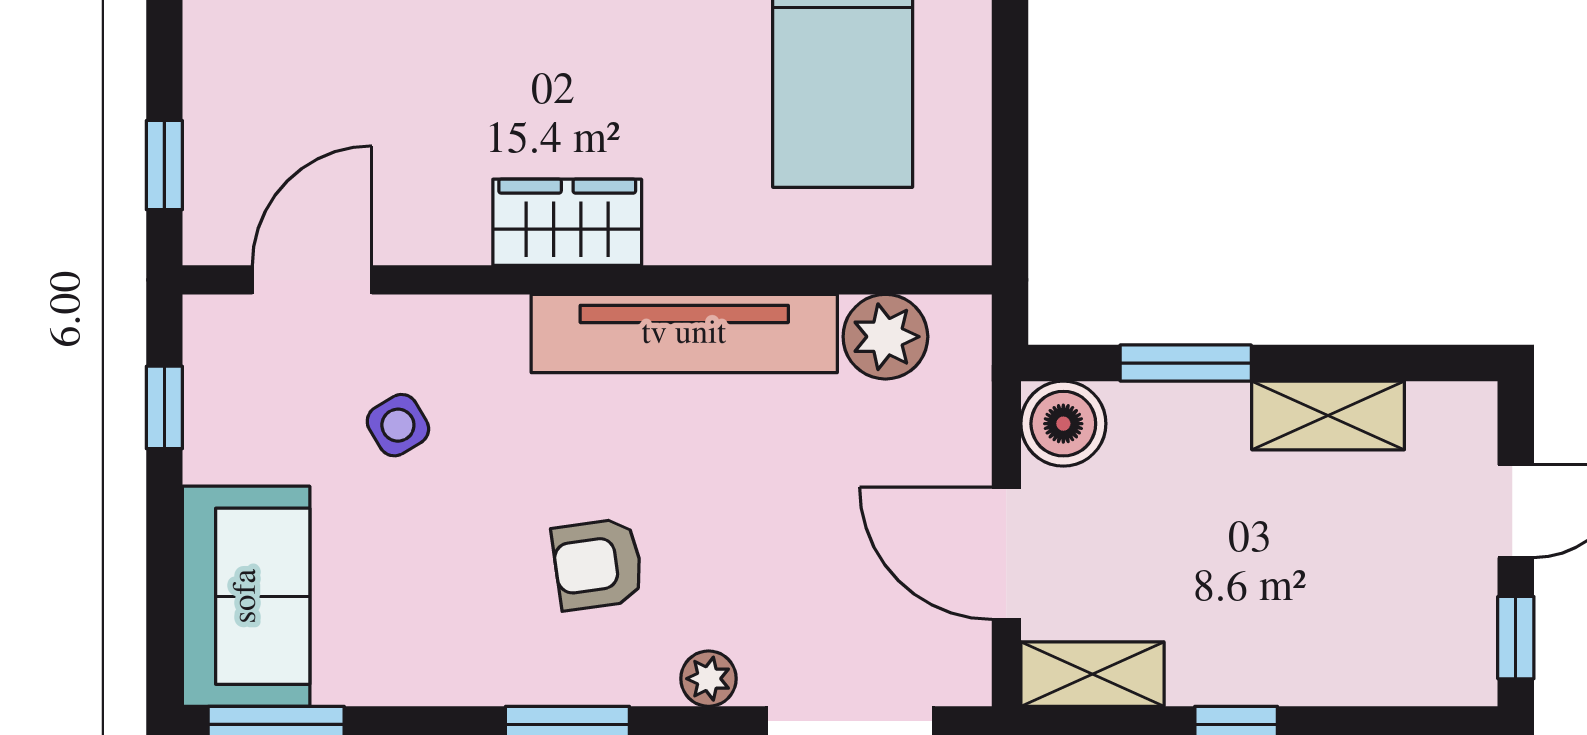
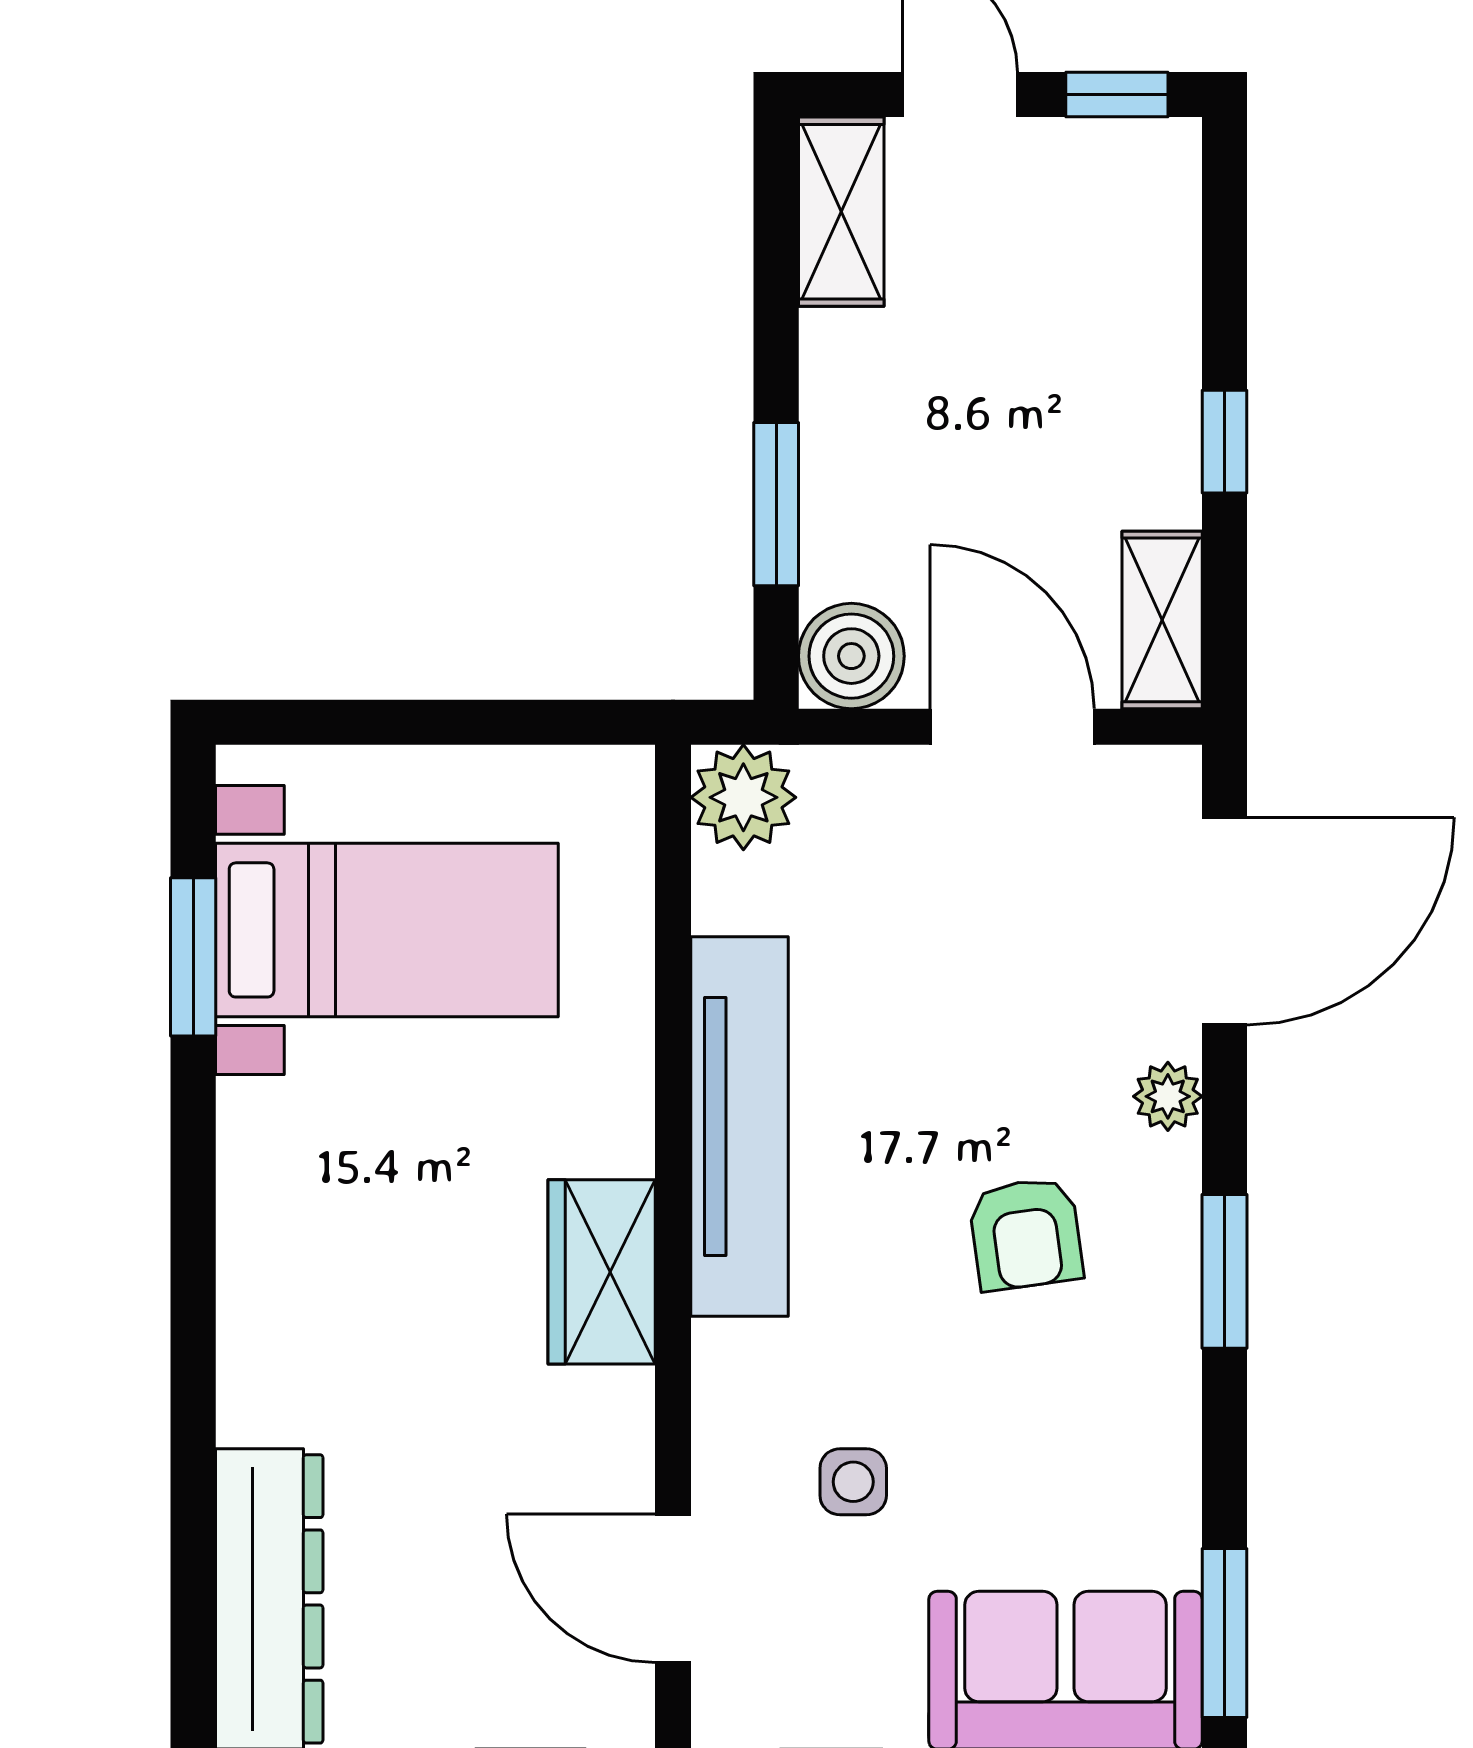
plant: (885, 337) -> (743, 797), moved
shelving: (1328, 415) -> (841, 212), moved
side table: (398, 425) -> (853, 1482), turned 31
door: (1006, 553) -> (1012, 727), swing flipped

